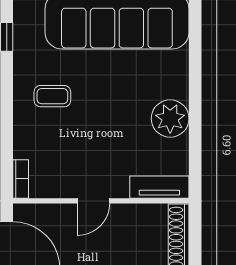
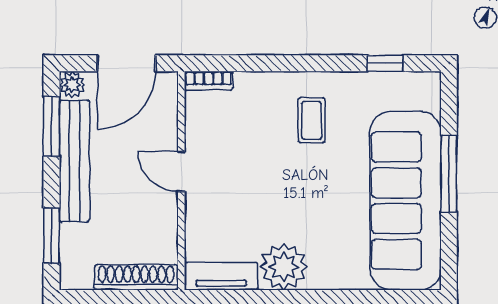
tv unit: (159, 187) -> (221, 276), moved, turned -90

